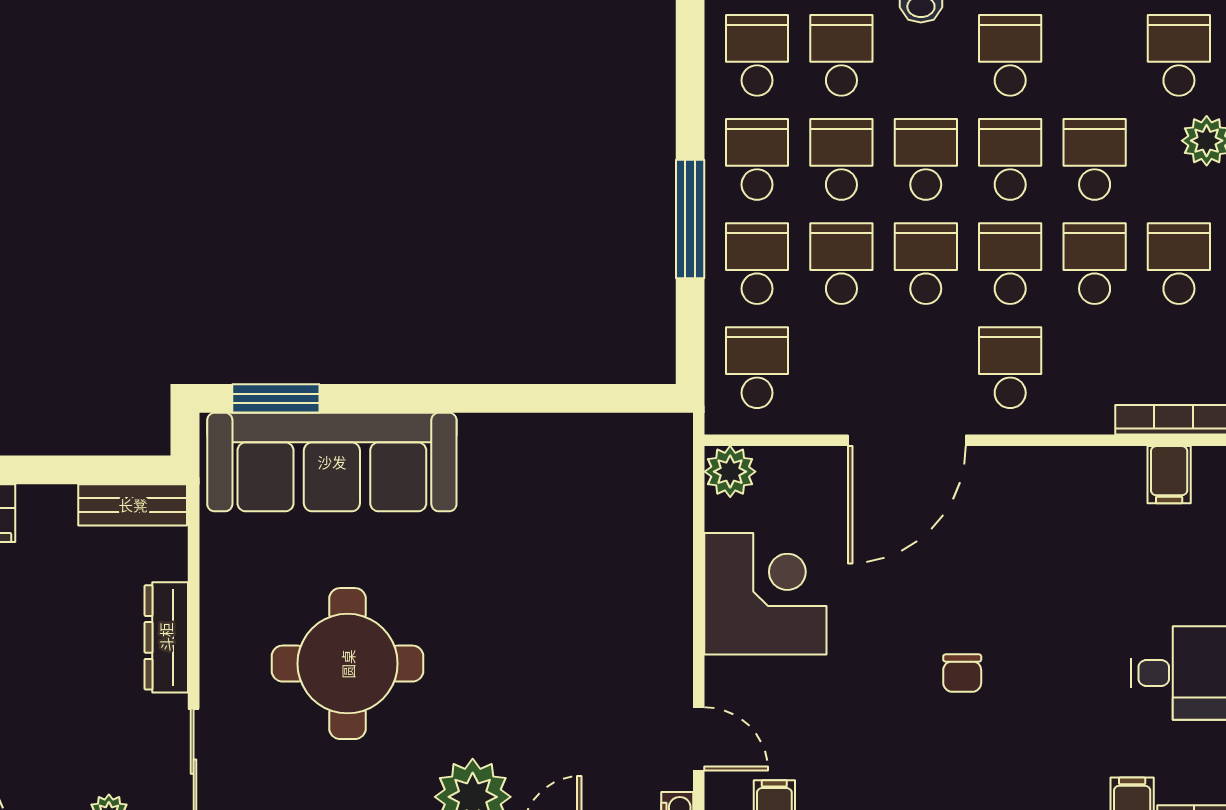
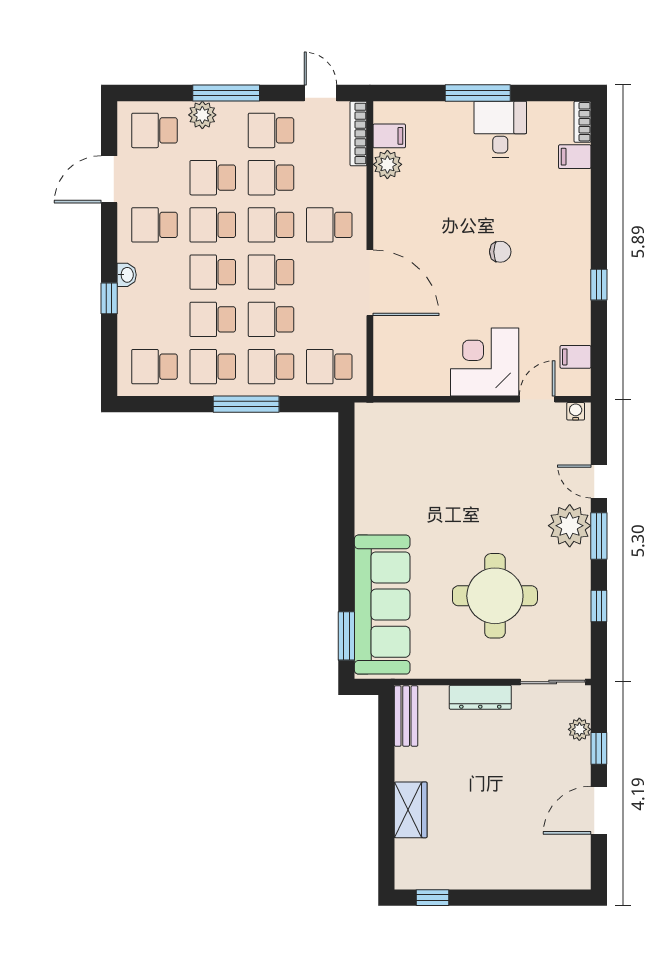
school desk: (841, 55) -> (154, 319), removed
plant: (730, 472) -> (387, 164), moved
corner desk: (765, 594) -> (485, 362), moved

